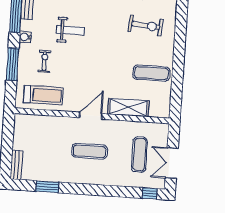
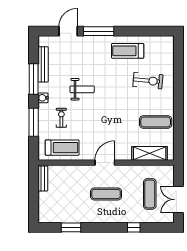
shelving: (128, 107) -> (150, 153), moved
bench: (16, 165) -> (43, 178), moved
window: (150, 193) -> (134, 227), moved

